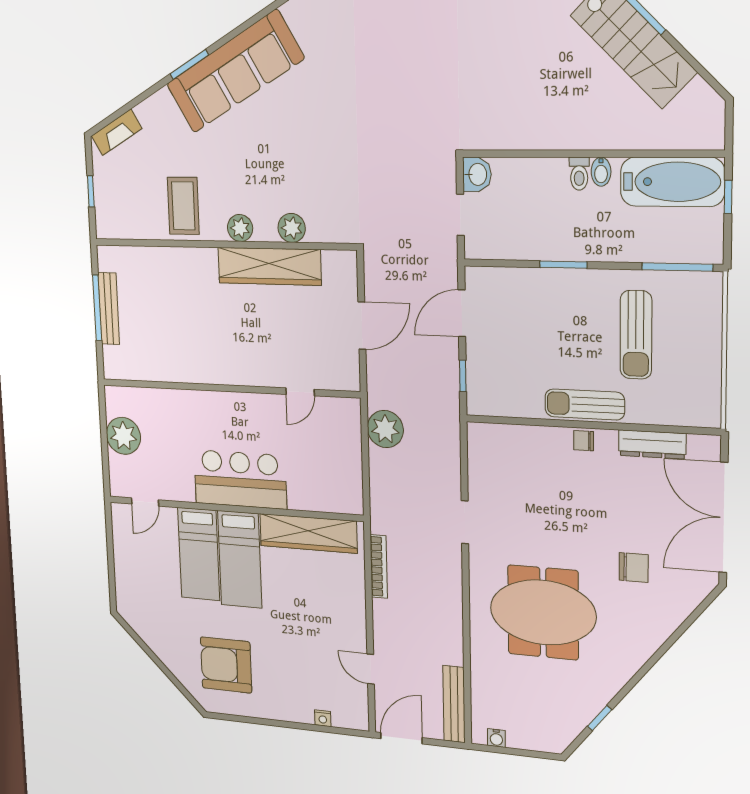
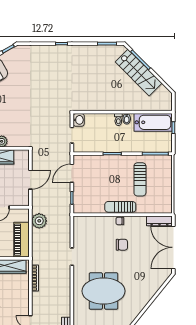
dresser: (652, 444) -> (159, 221), moved
piano: (345, 472) -> (22, 240), added
chair: (634, 568) -> (122, 245), moved

